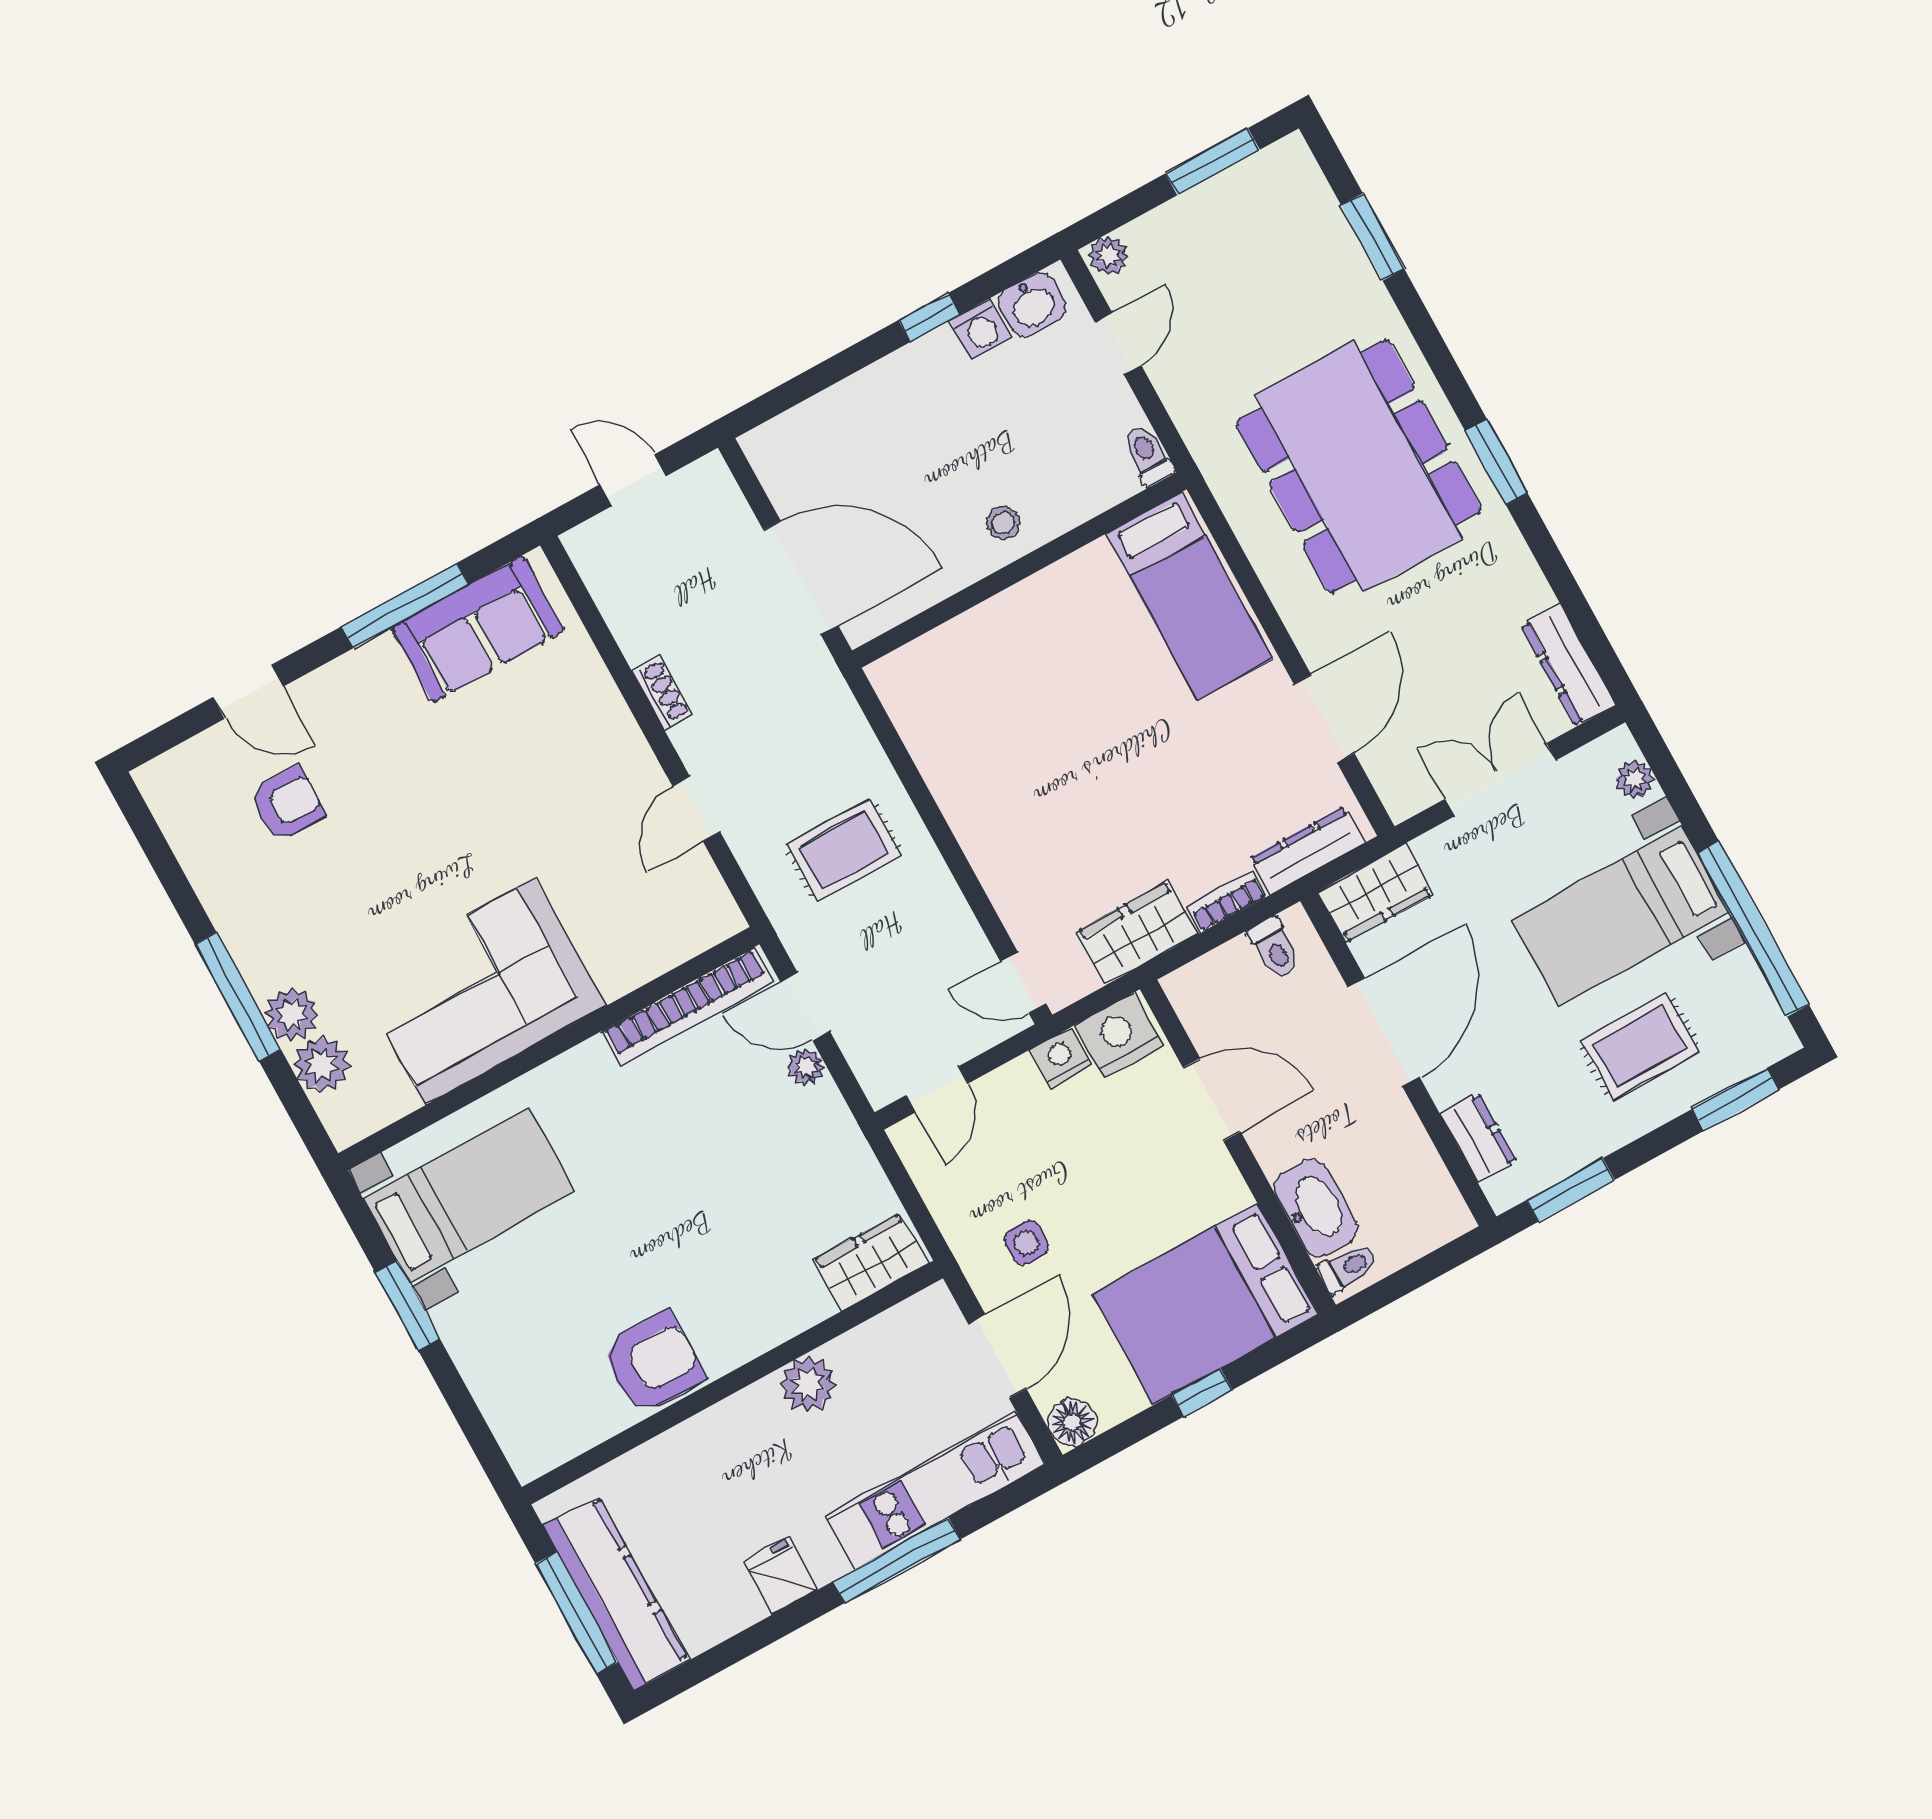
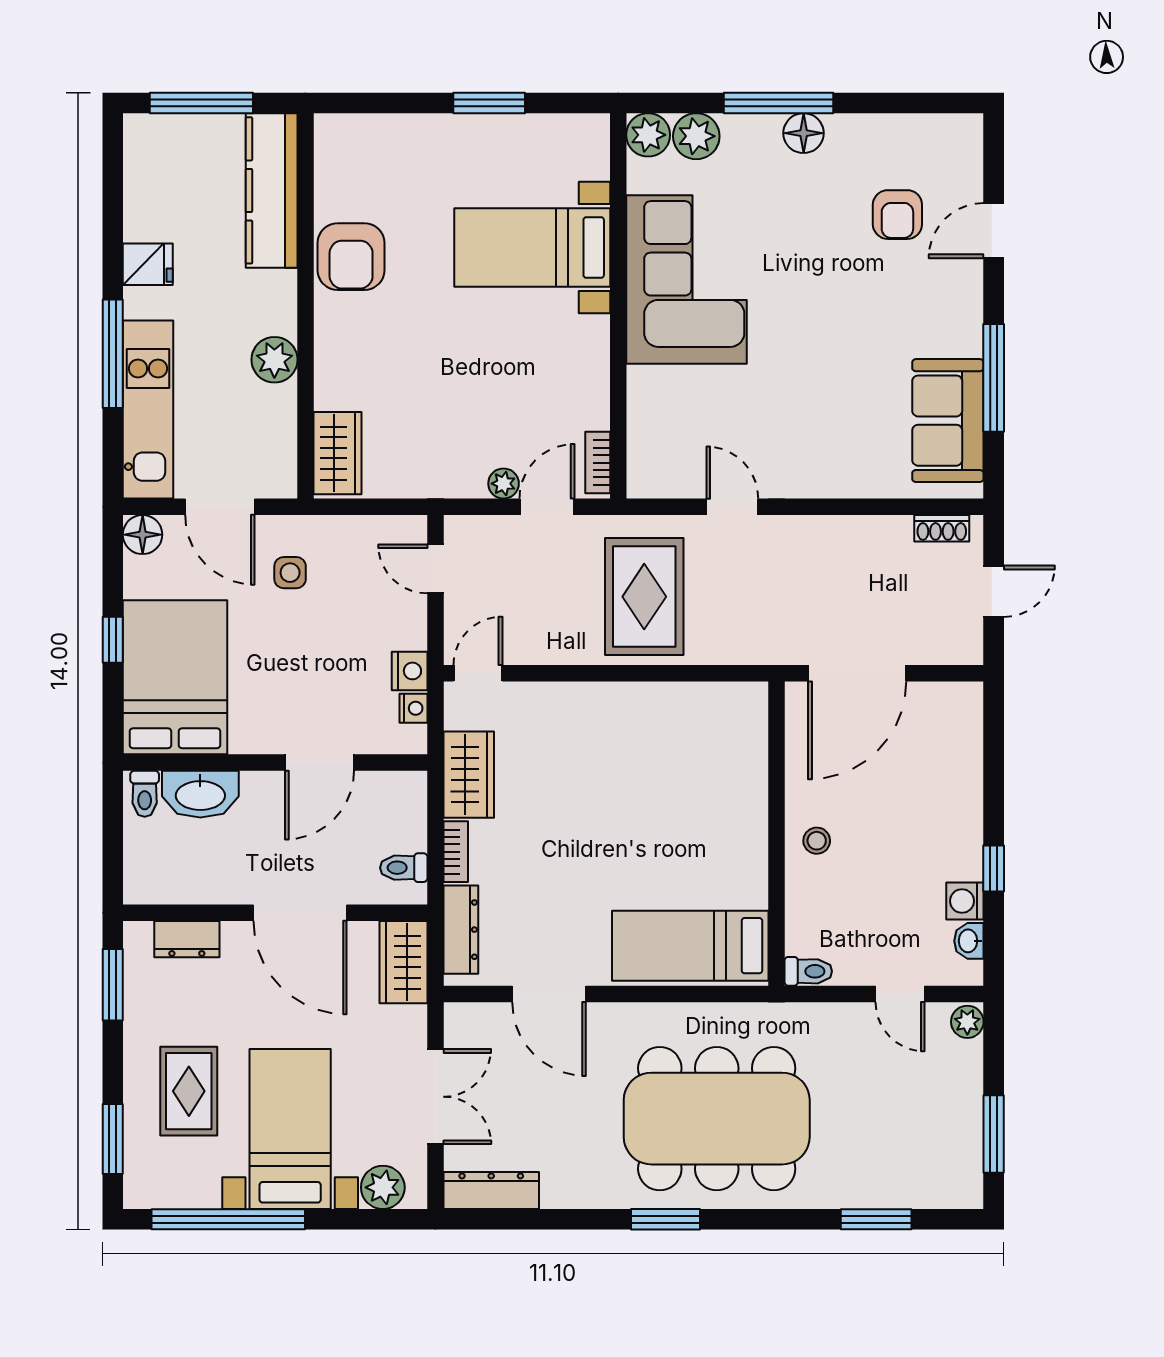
washbasin: (1032, 304) -> (969, 941), width x0.72, depth x0.69
shoe rack: (662, 693) -> (942, 528), moved
plant: (1635, 779) -> (383, 1187), width x1.38, depth x1.38
rug: (844, 850) -> (644, 597), width x1.36, depth x1.43
floor lamp: (255, 952) -> (804, 133), added
bookcase: (687, 1007) -> (598, 463), width x0.43, depth x0.76
plant: (292, 1014) -> (648, 135), moved
nightstand: (1119, 1035) -> (413, 708), width x0.53, depth x0.56
bed with nightstands: (469, 1195) -> (532, 247), moved, turned 90
kitchen counter: (616, 1593) -> (272, 190), moved, turned 90

